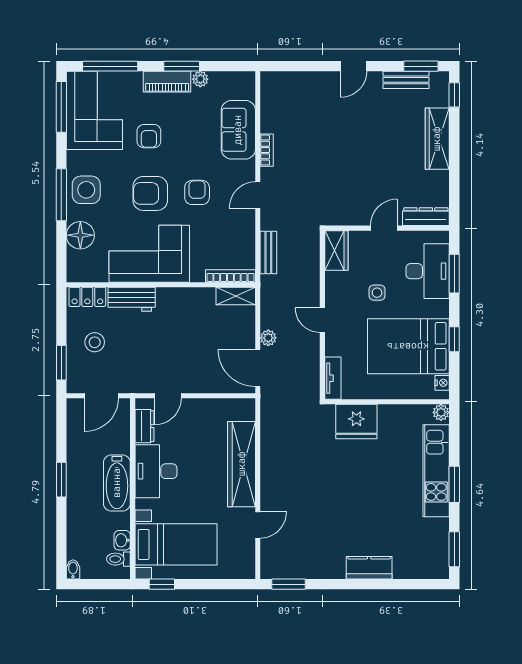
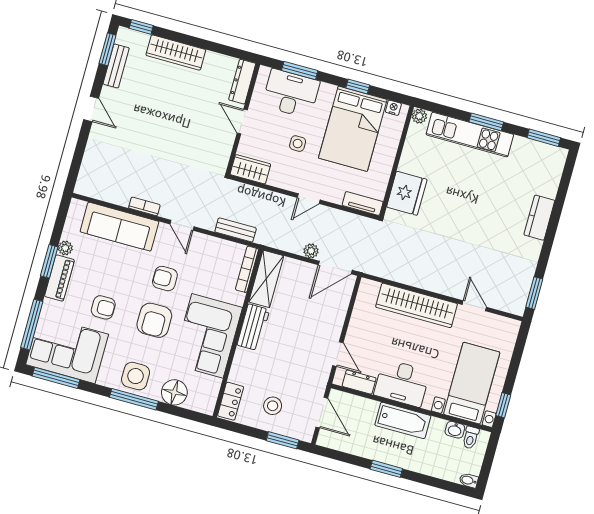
sofa: (238, 130) -> (119, 227), width x1.36
shelving: (236, 296) -> (266, 279), width x1.50, depth x1.33
workbench: (132, 299) -> (253, 327), moved

